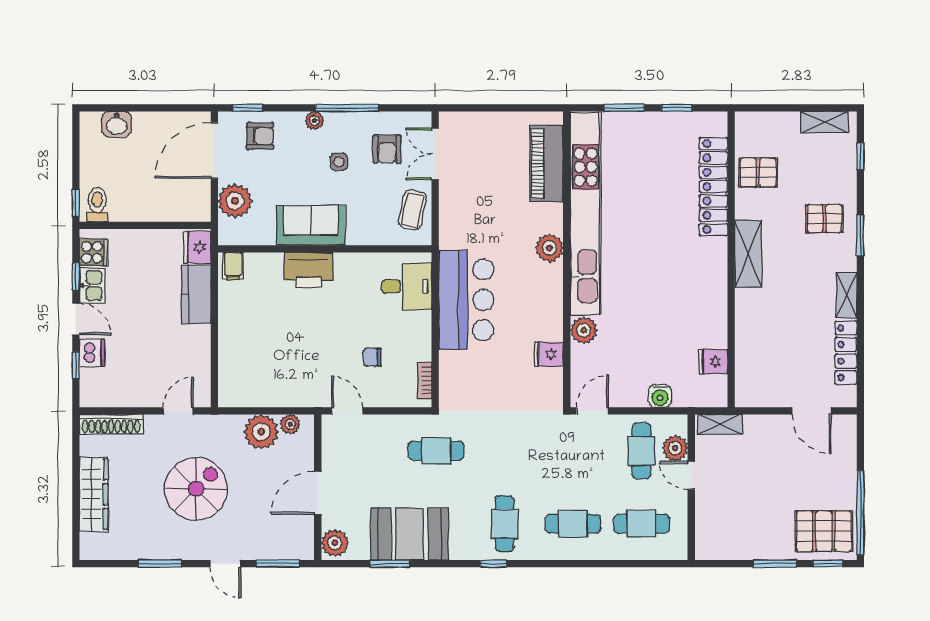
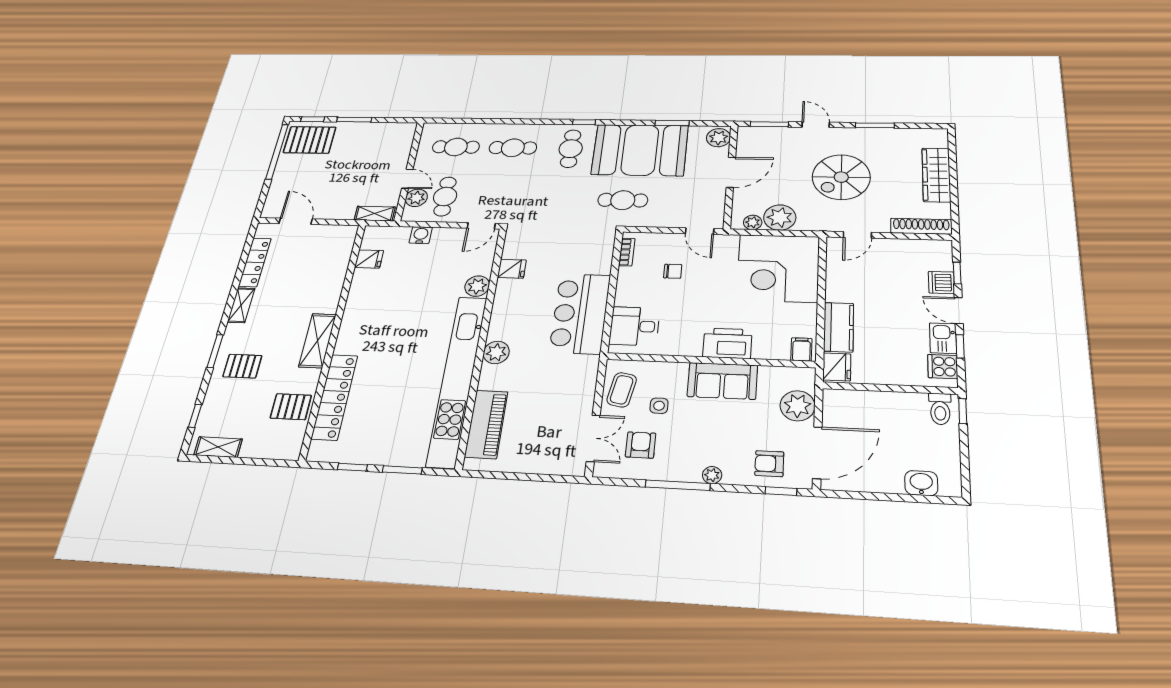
side table: (339, 162) -> (659, 406), moved
corner desk: (260, 365) -> (778, 268), added
booth: (410, 534) -> (640, 150), width x1.36, depth x1.42

